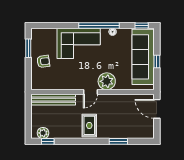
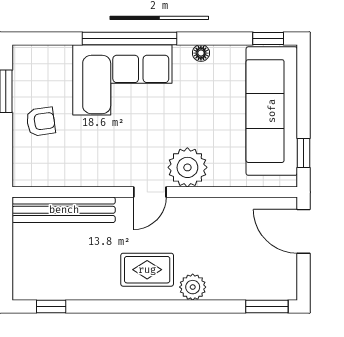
window: (99, 25) -> (129, 38), moved
window: (157, 61) -> (303, 153), moved
rug: (89, 125) -> (147, 270), turned 90
plant: (43, 133) -> (193, 287), moved
window: (118, 141) -> (267, 306), moved

